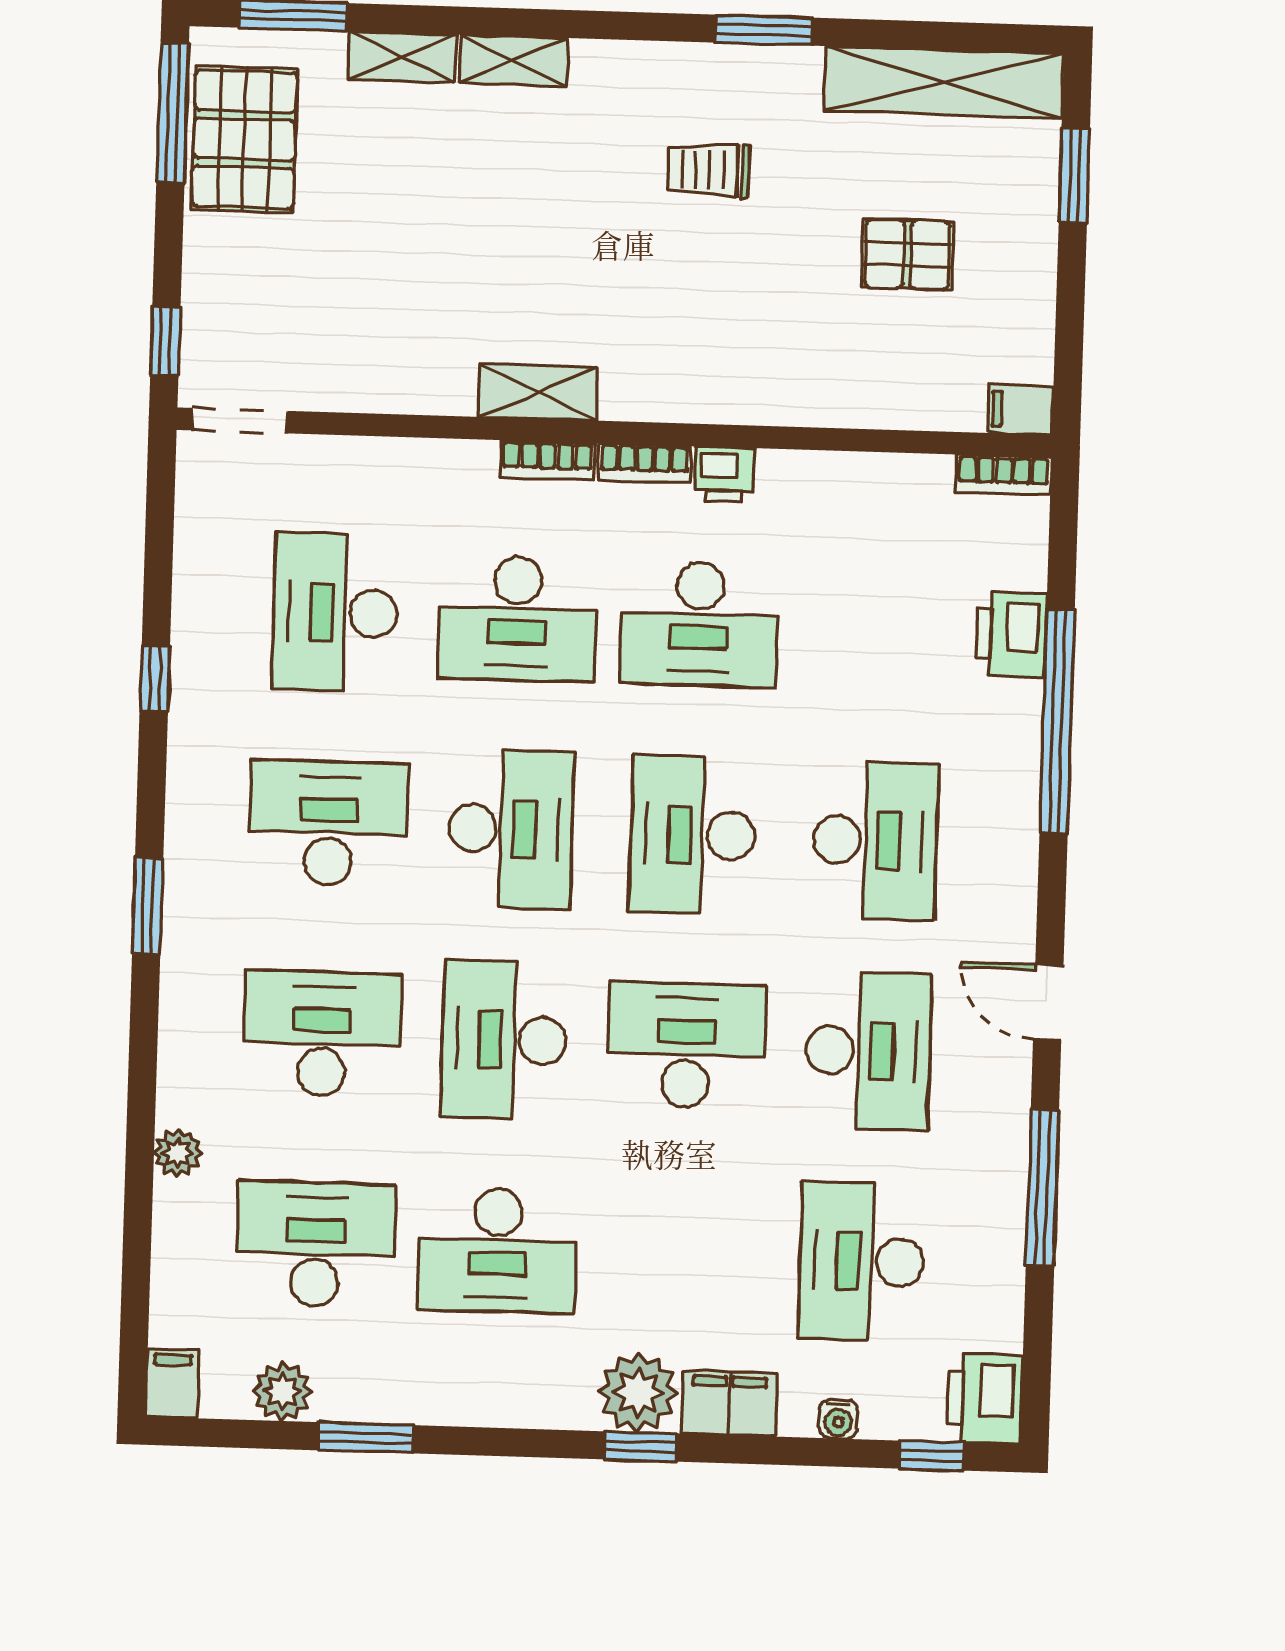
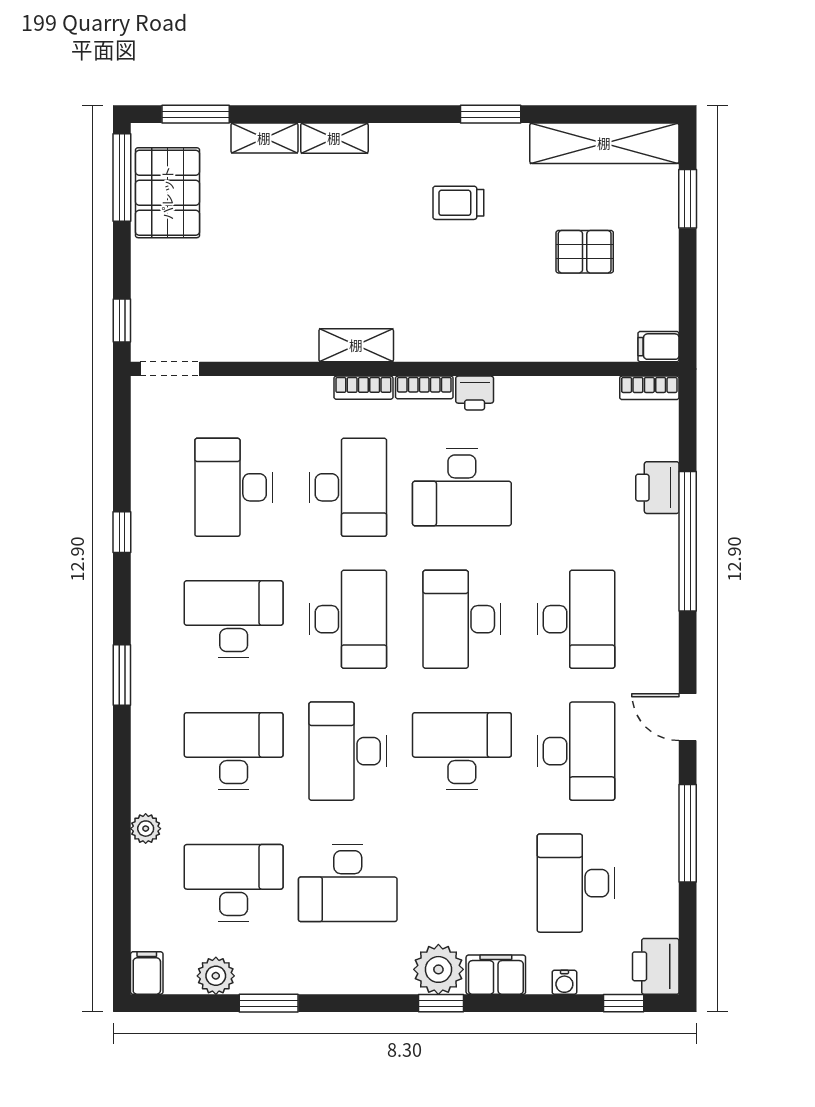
desk: (517, 618) -> (348, 487), turned -90

